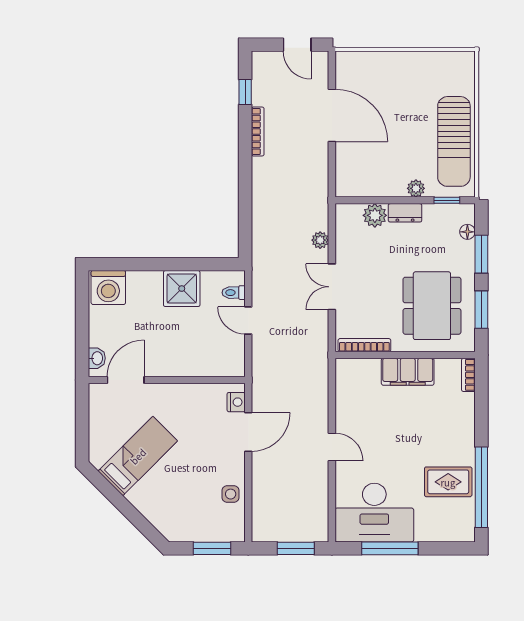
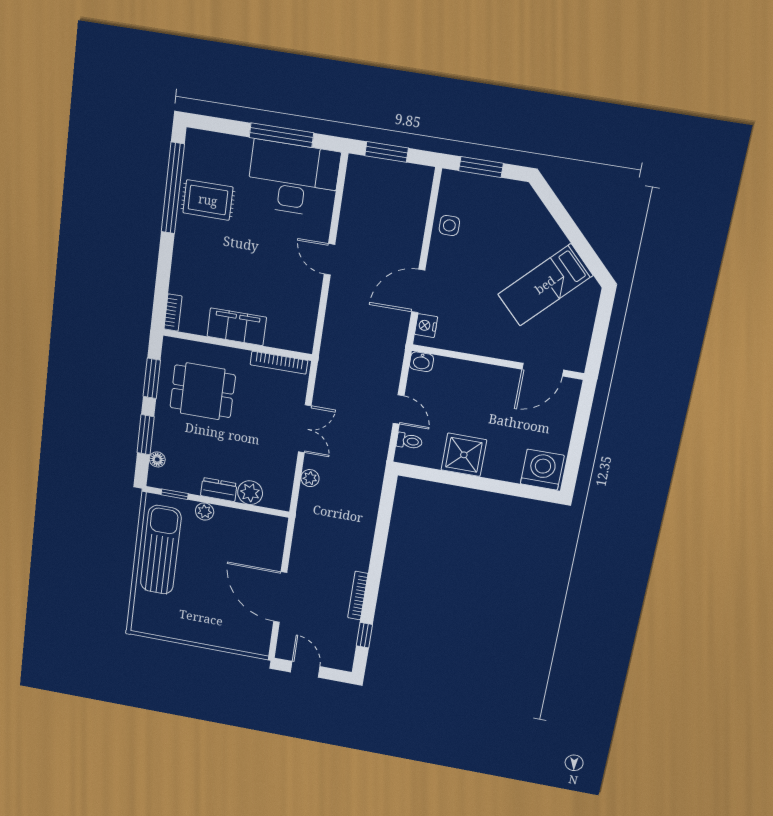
dining table: (432, 306) -> (203, 391), width x0.73
washbasin: (97, 358) -> (421, 362), moved, turned -90

